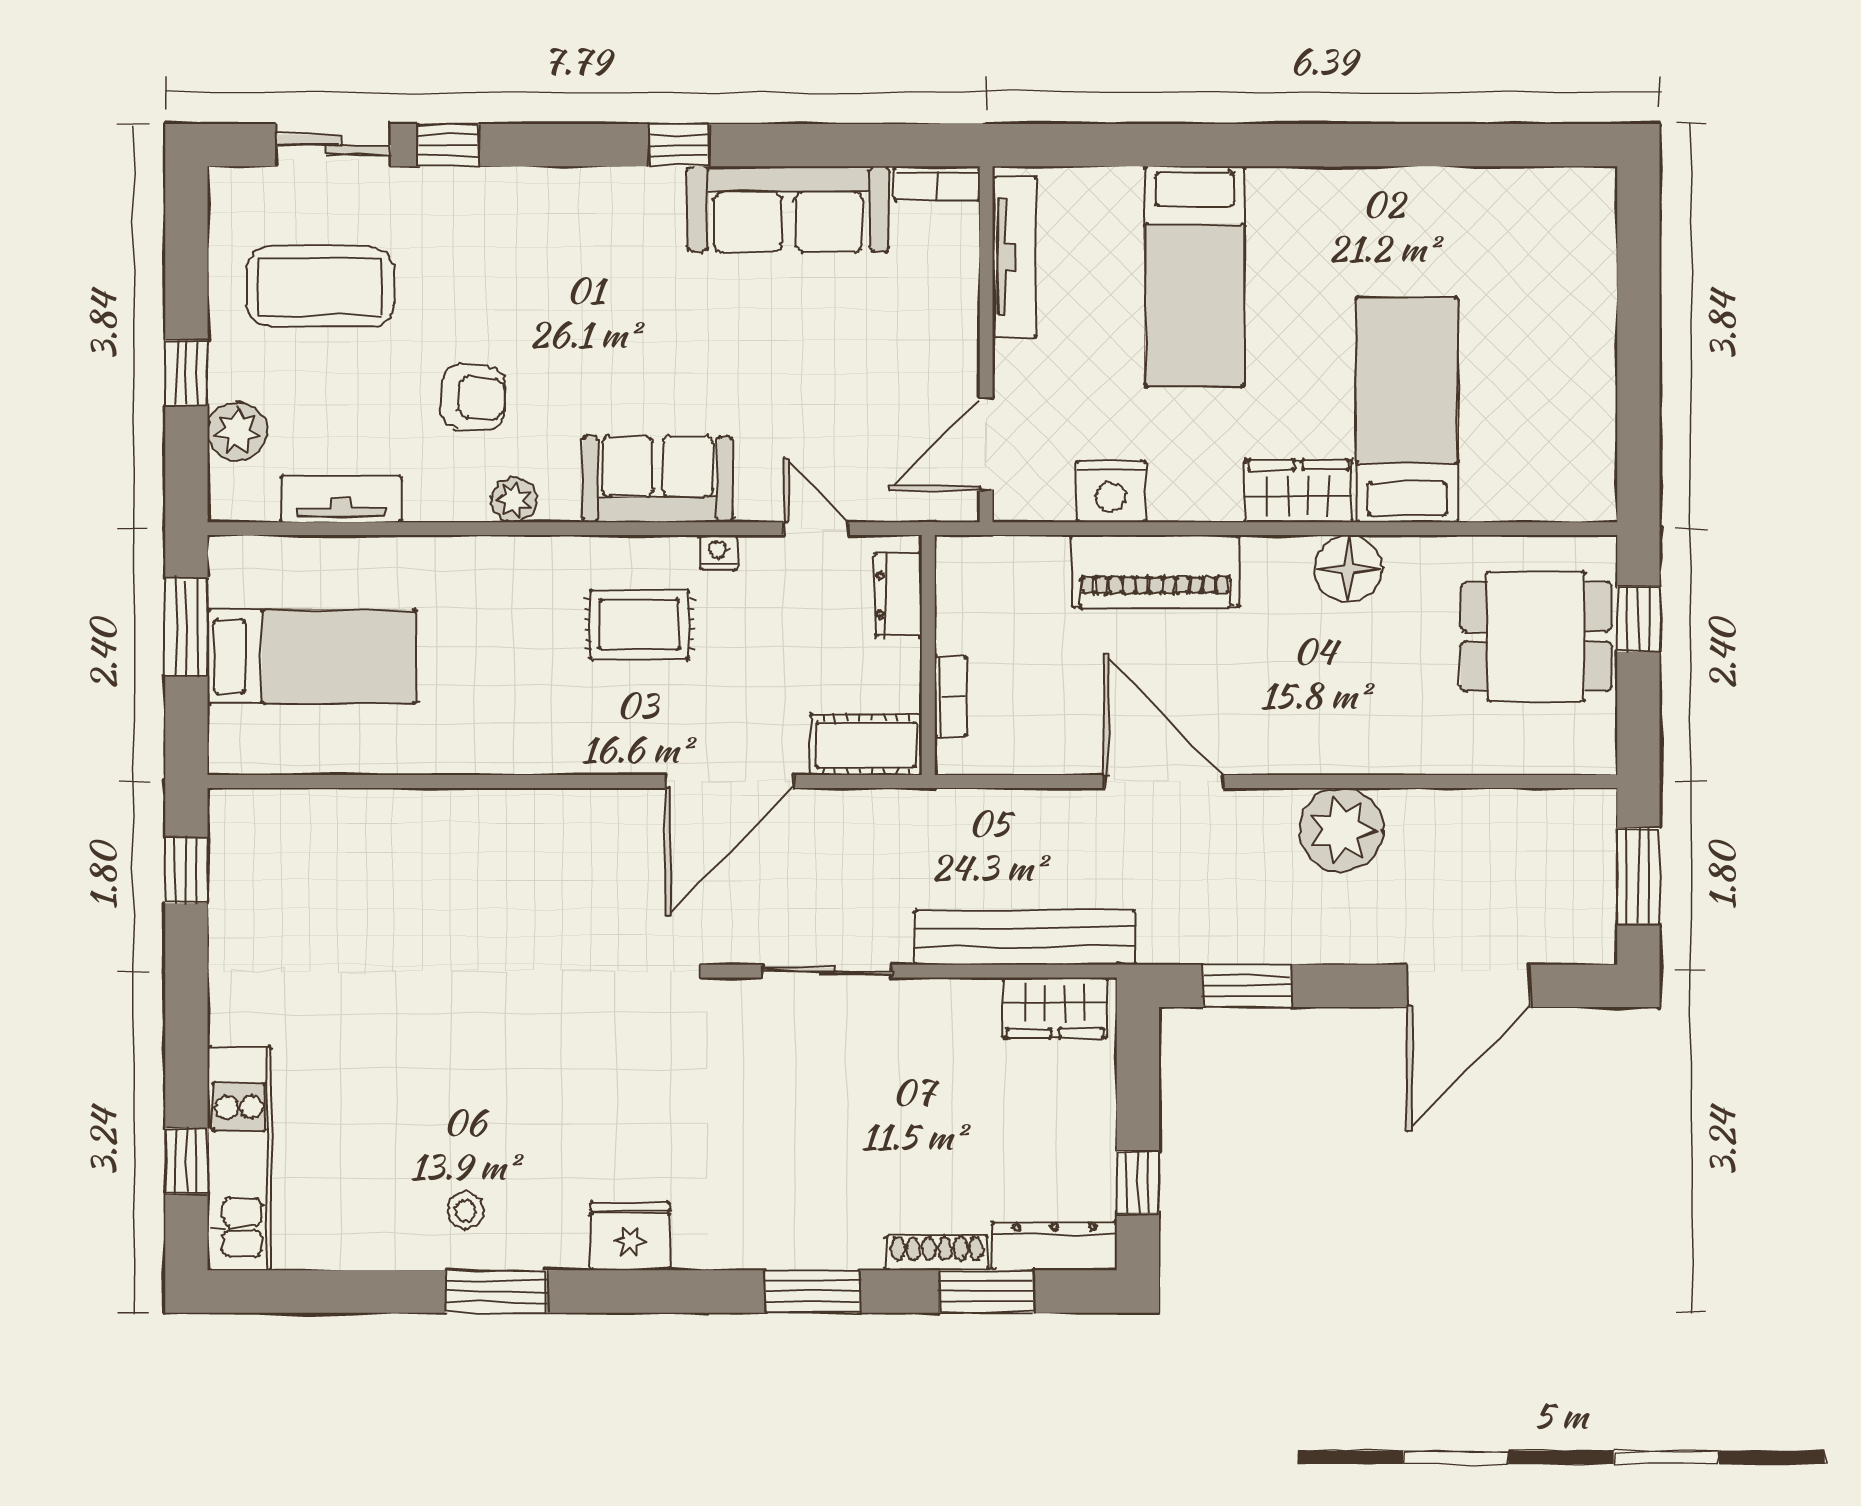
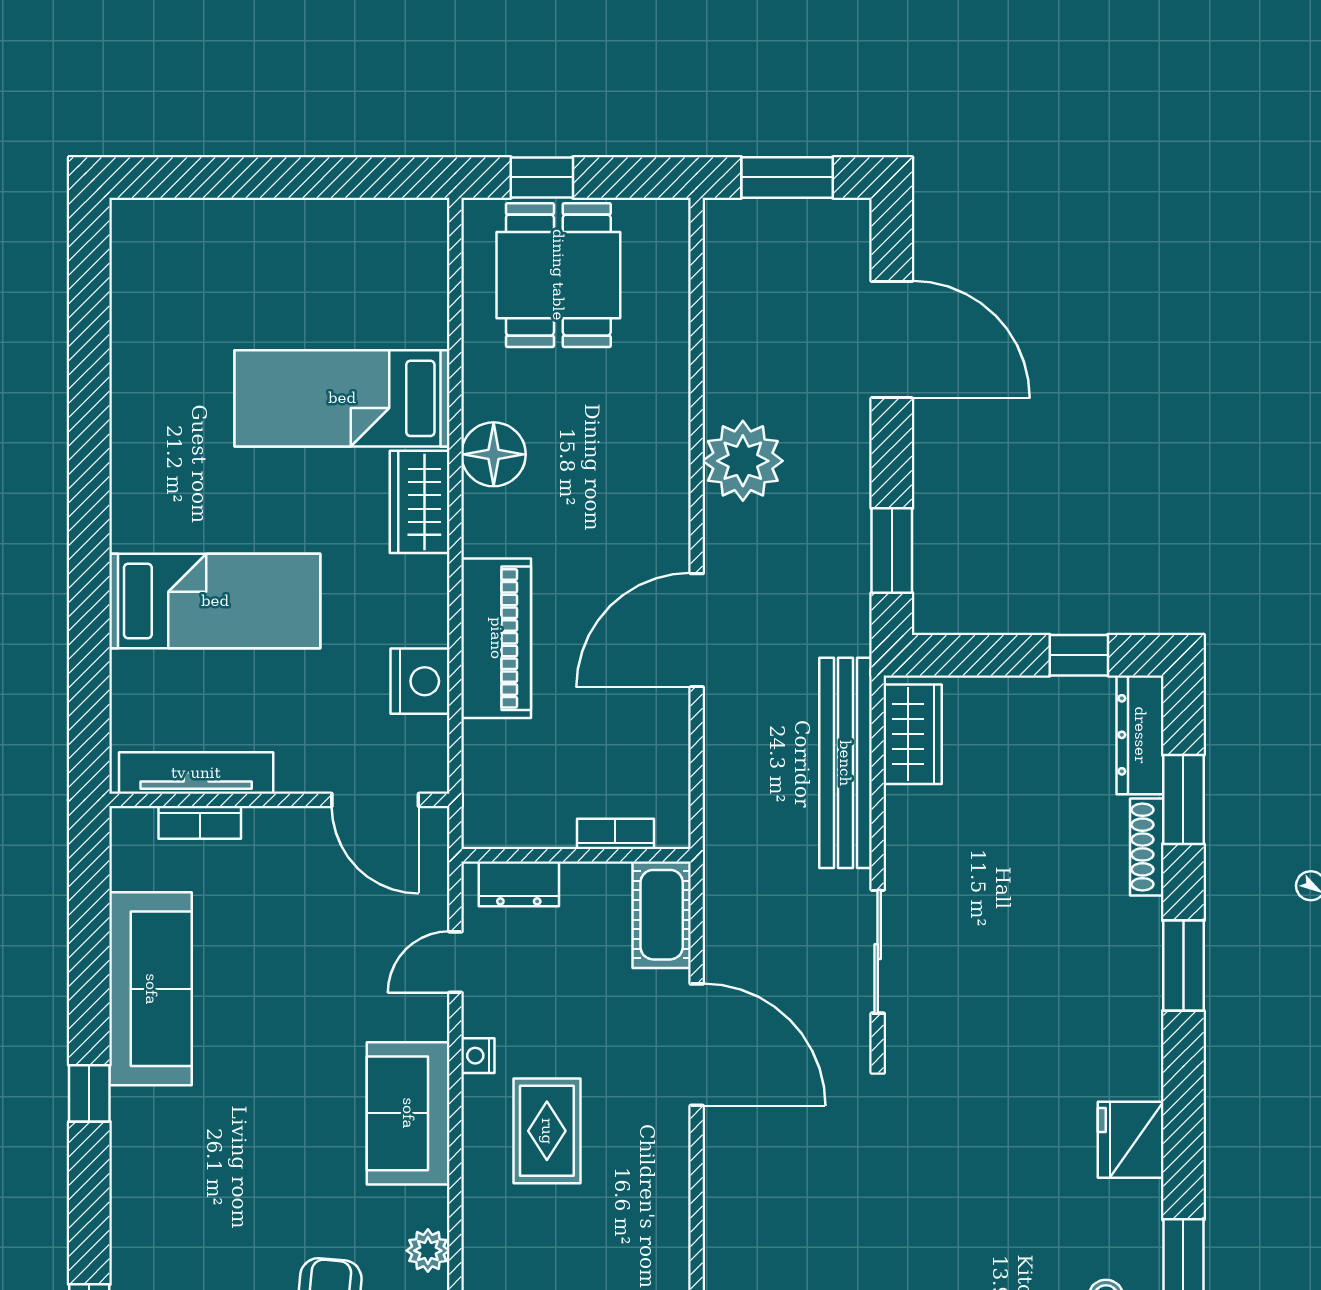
bookcase: (937, 183) -> (200, 822), moved, turned 90

